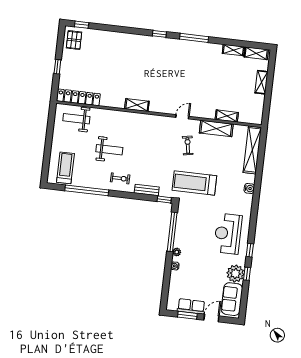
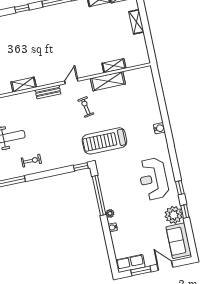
shelving: (252, 150) -> (150, 90), removed
bench: (147, 190) -> (48, 92), moved
row of seats: (191, 306) -> (130, 264), moved
door: (211, 318) -> (165, 266), hinge flipped

